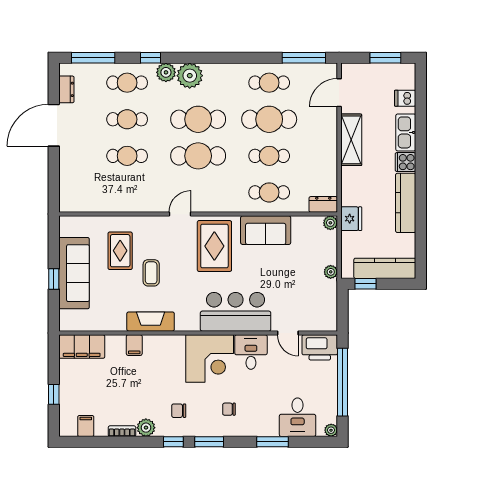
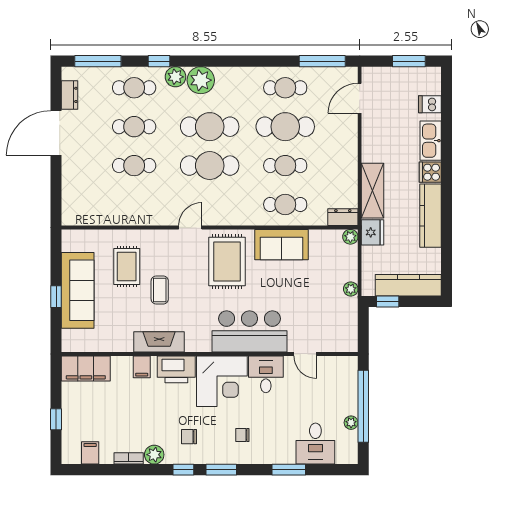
shelving: (351, 140) -> (372, 191), moved
printer: (320, 347) -> (176, 369), moved
plant: (331, 430) -> (351, 423), moved

